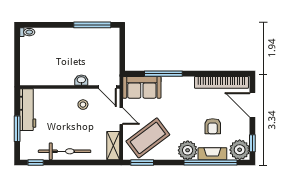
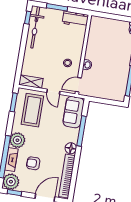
floor lamp: (187, 83) -> (71, 148), added
workbench: (28, 110) -> (75, 19), width x0.73
door: (121, 116) -> (53, 92), hinge flipped
coffee table: (148, 138) -> (32, 110), turned 37
bicycle: (65, 151) -> (35, 27), moved

